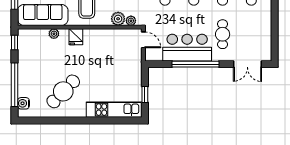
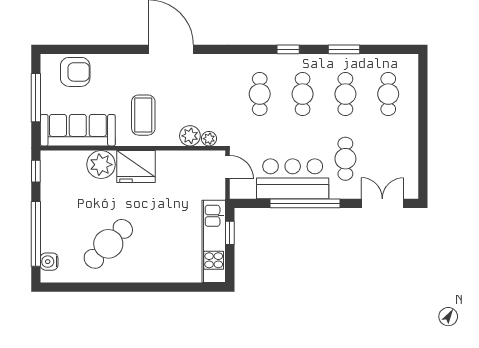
plant: (54, 34) -> (101, 165), width x1.88, depth x1.88
fridge: (76, 37) -> (136, 167), width x1.88, depth x1.34
double door: (247, 64) -> (382, 203), swing flipped
window: (145, 94) -> (230, 233), moved
kitchen unit: (114, 110) -> (214, 241), moved, turned -90

